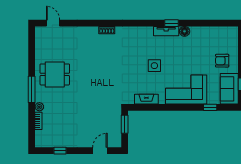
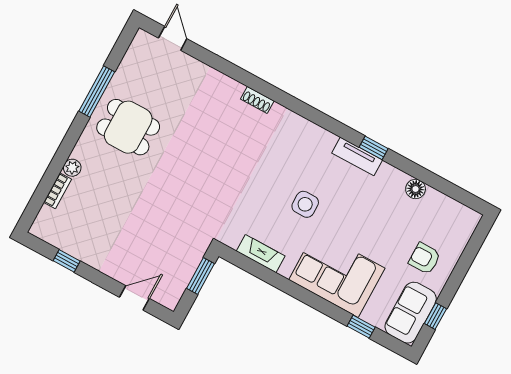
floor lamp: (185, 31) -> (416, 189), moved
window: (32, 89) -> (97, 92), moved

